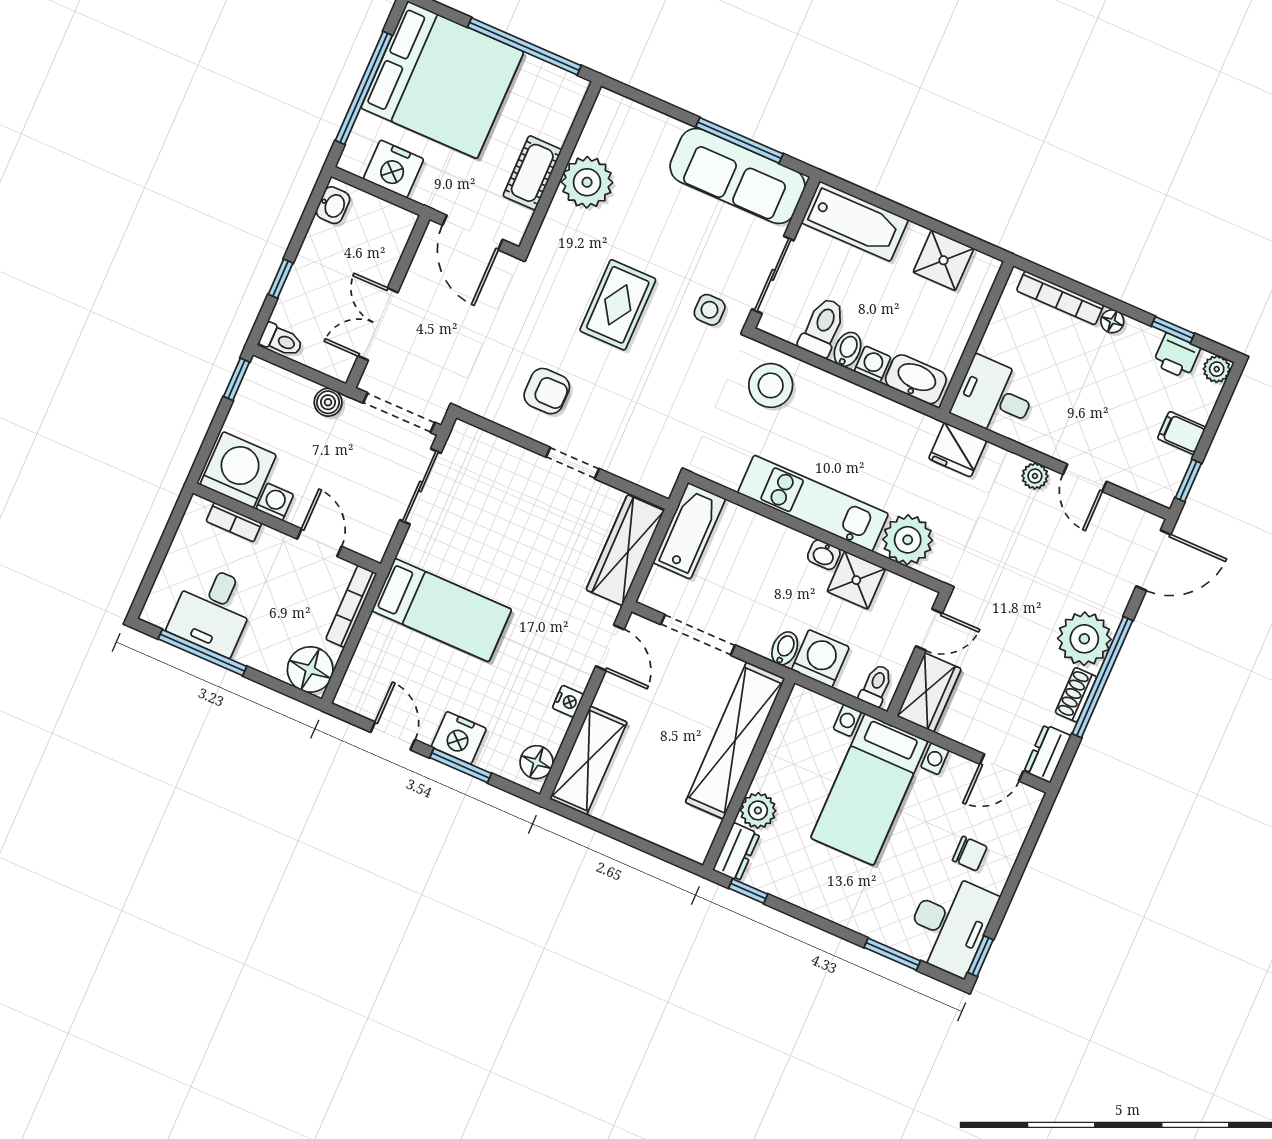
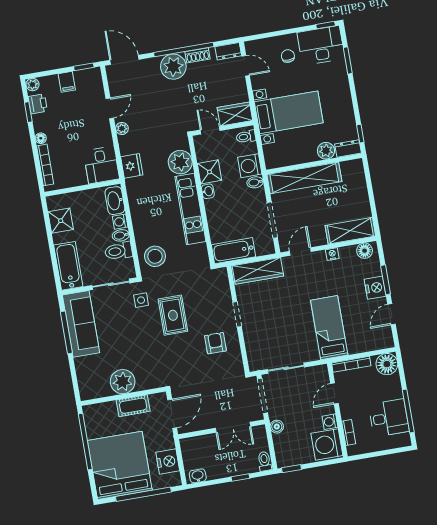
rug: (618, 305) -> (173, 315), moved, turned 90

